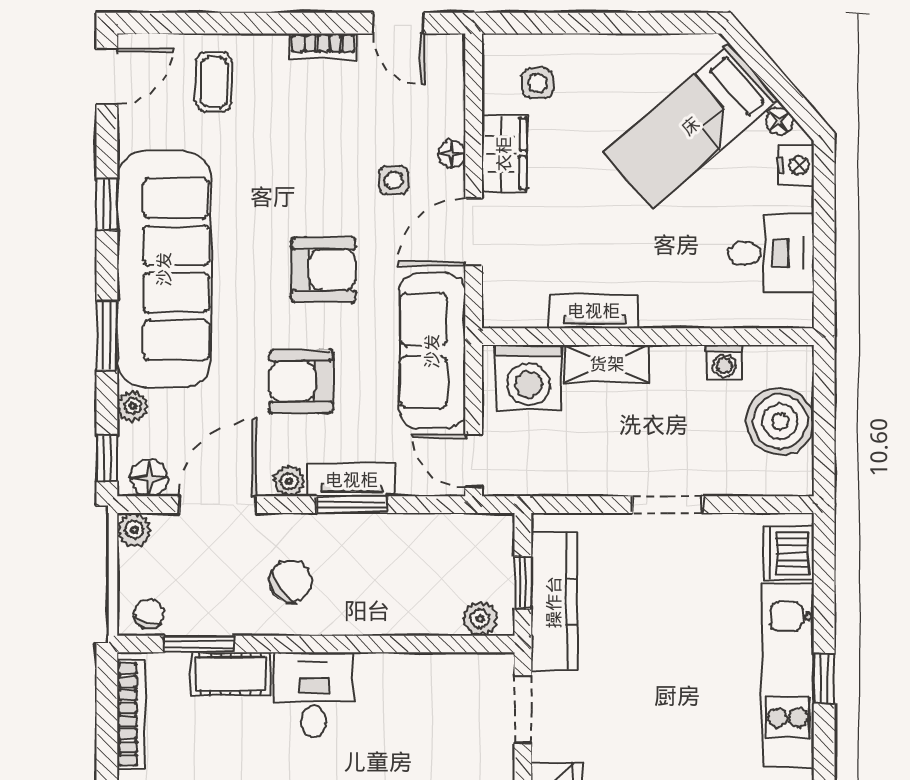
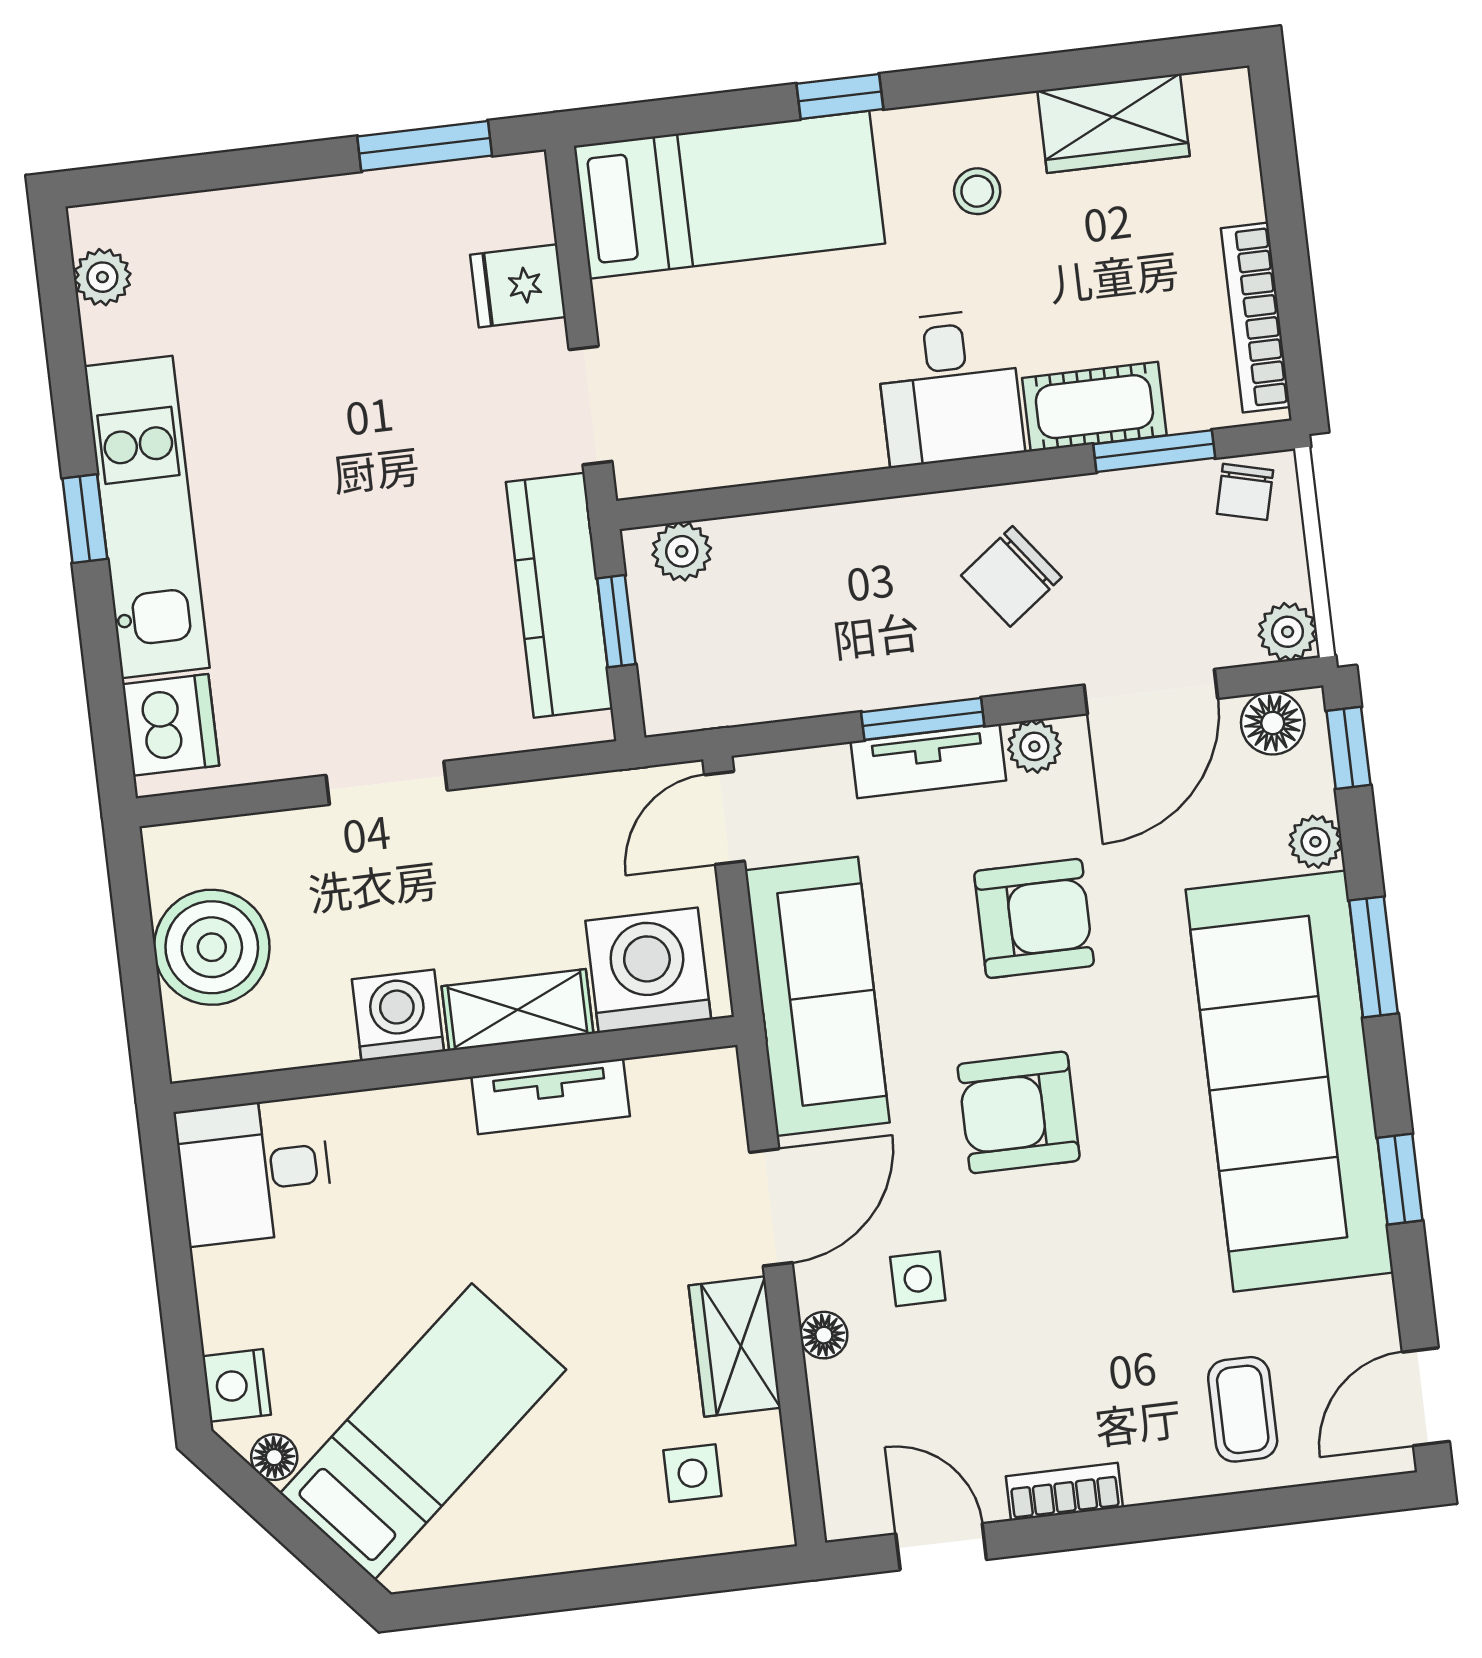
desk: (771, 253) -> (254, 1171), moved
washing machine: (724, 362) -> (398, 1015), moved, width x1.38, depth x1.38
door: (474, 461) -> (725, 818), swing flipped

